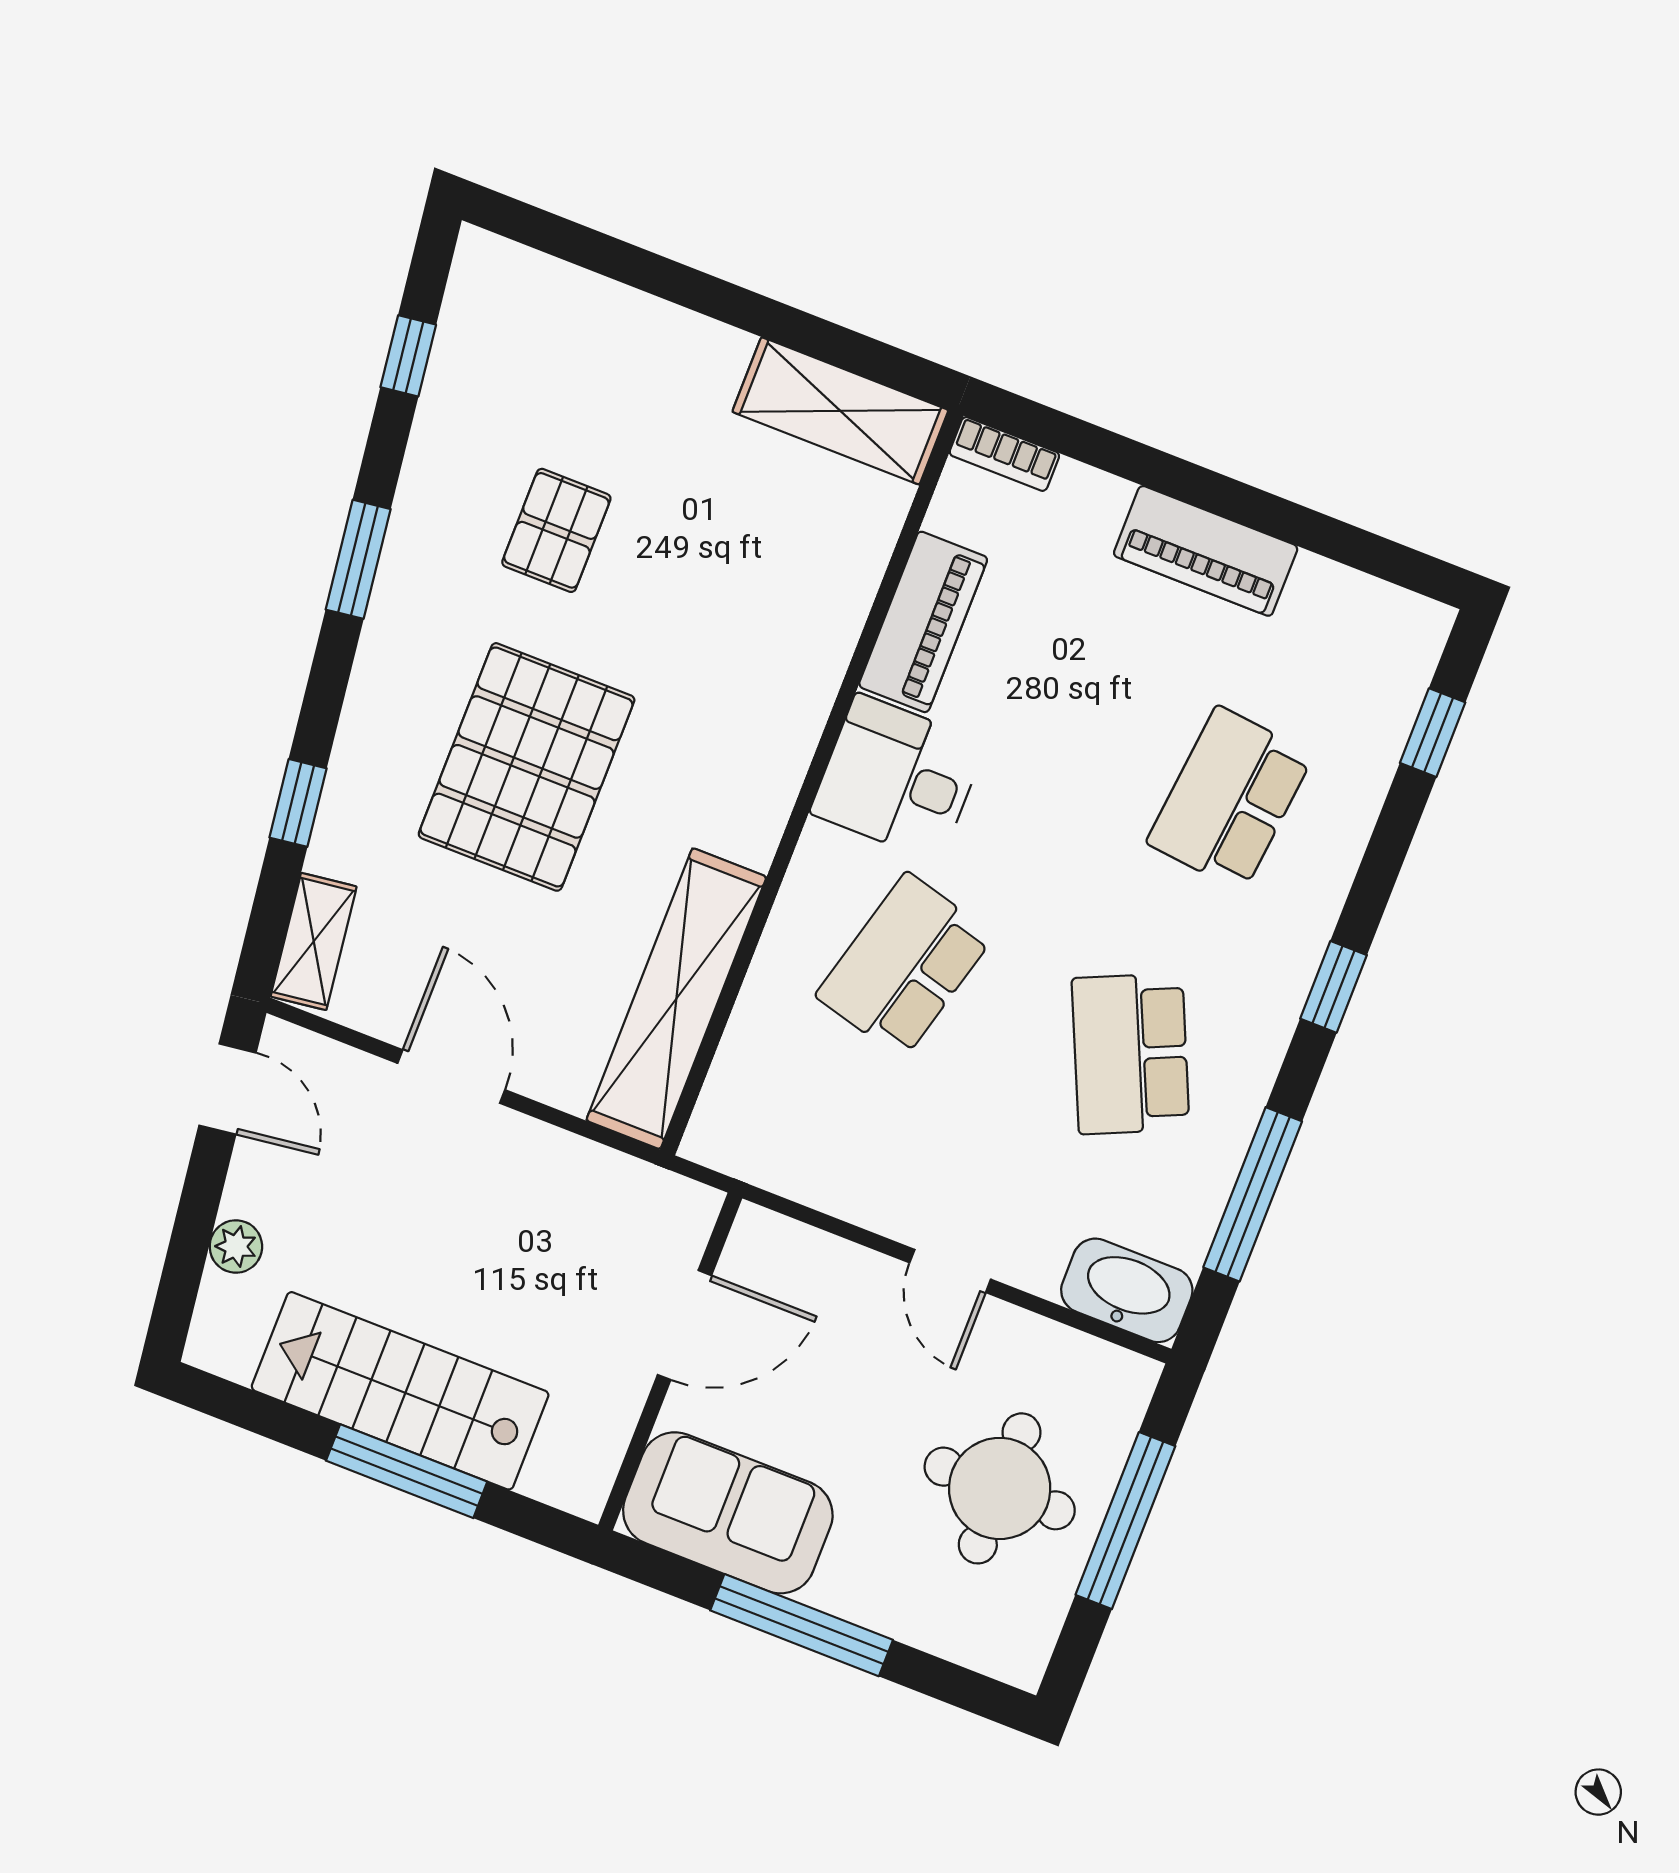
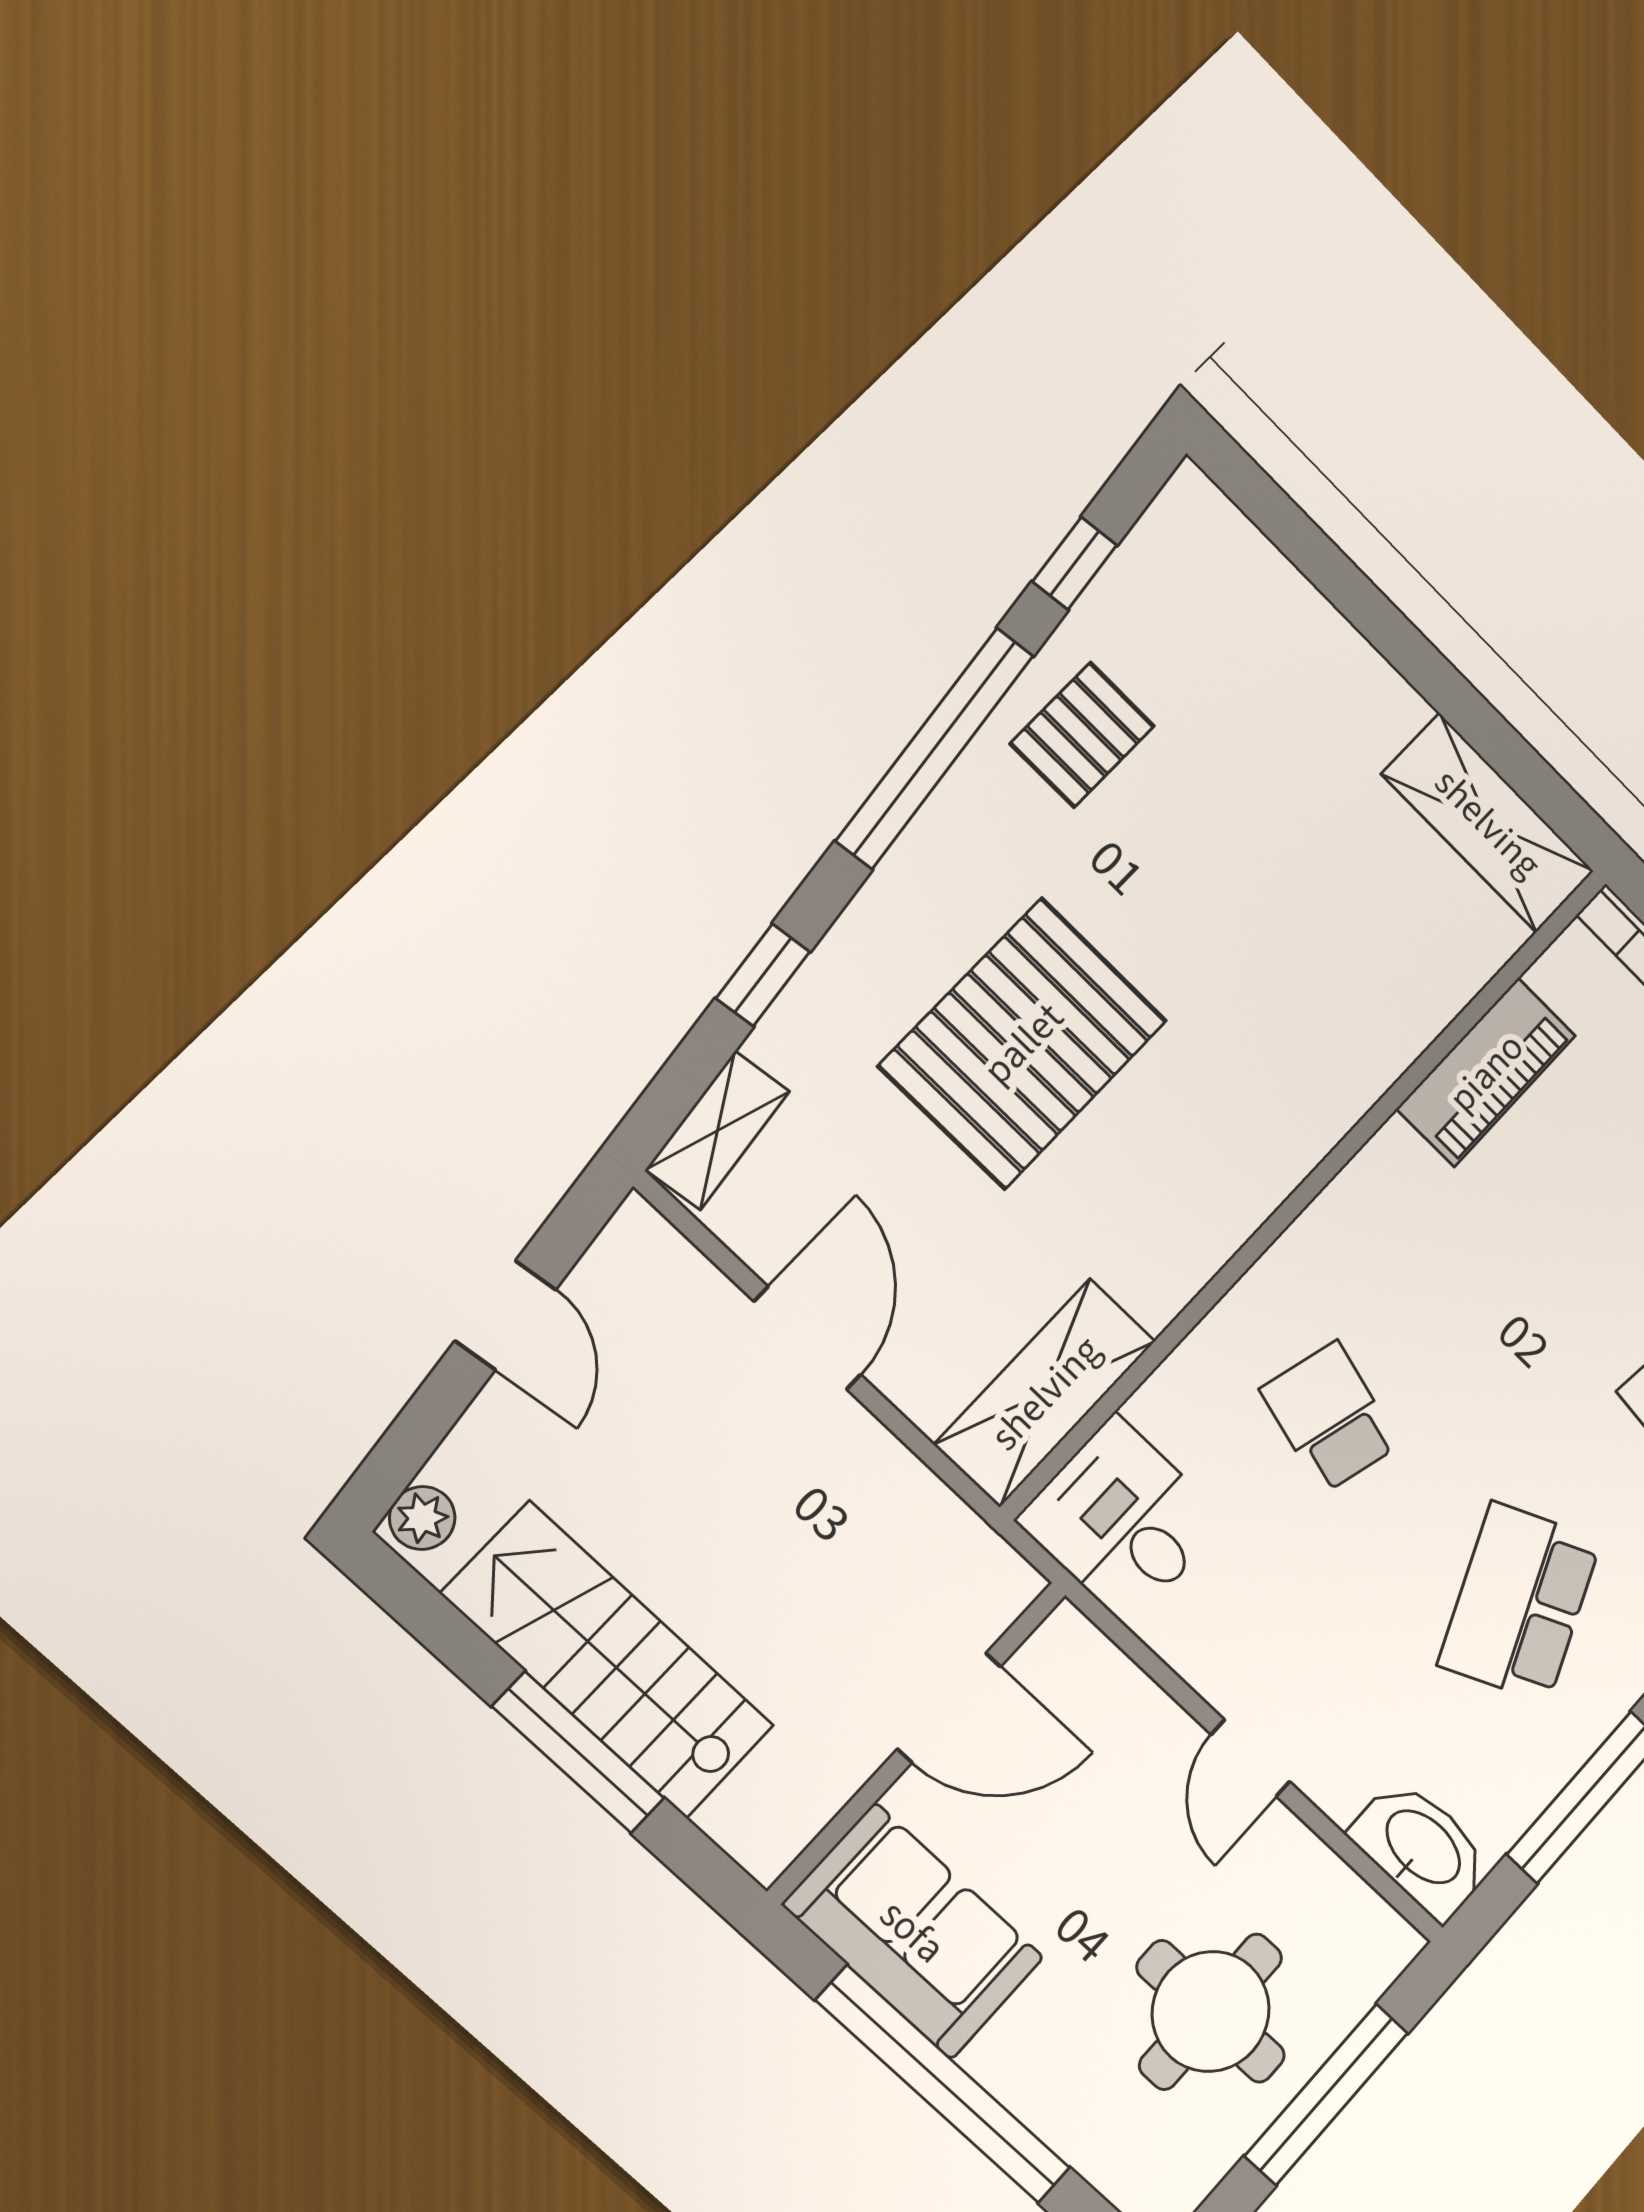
pallet: (556, 530) -> (1082, 735), moved
window: (358, 559) -> (935, 748), width x2.11
desk: (898, 778) -> (1122, 1520), moved
school desk: (905, 966) -> (1330, 1417), width x0.54
shelving: (676, 999) -> (1045, 1393), width x0.68
door: (228, 1089) -> (505, 1315), moved
plant: (236, 1247) -> (422, 1518), moved
window: (802, 1625) -> (943, 2084), width x1.46

